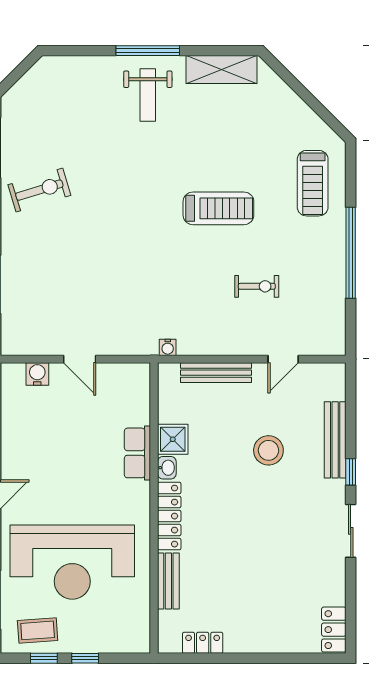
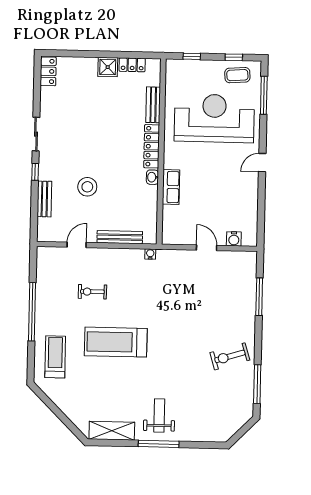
treadmill: (218, 208) -> (116, 342), width x1.37, depth x1.38
shower: (173, 439) -> (108, 67), moved
bench: (335, 440) -> (44, 199), width x0.73
window: (85, 658) -> (192, 56), moved

